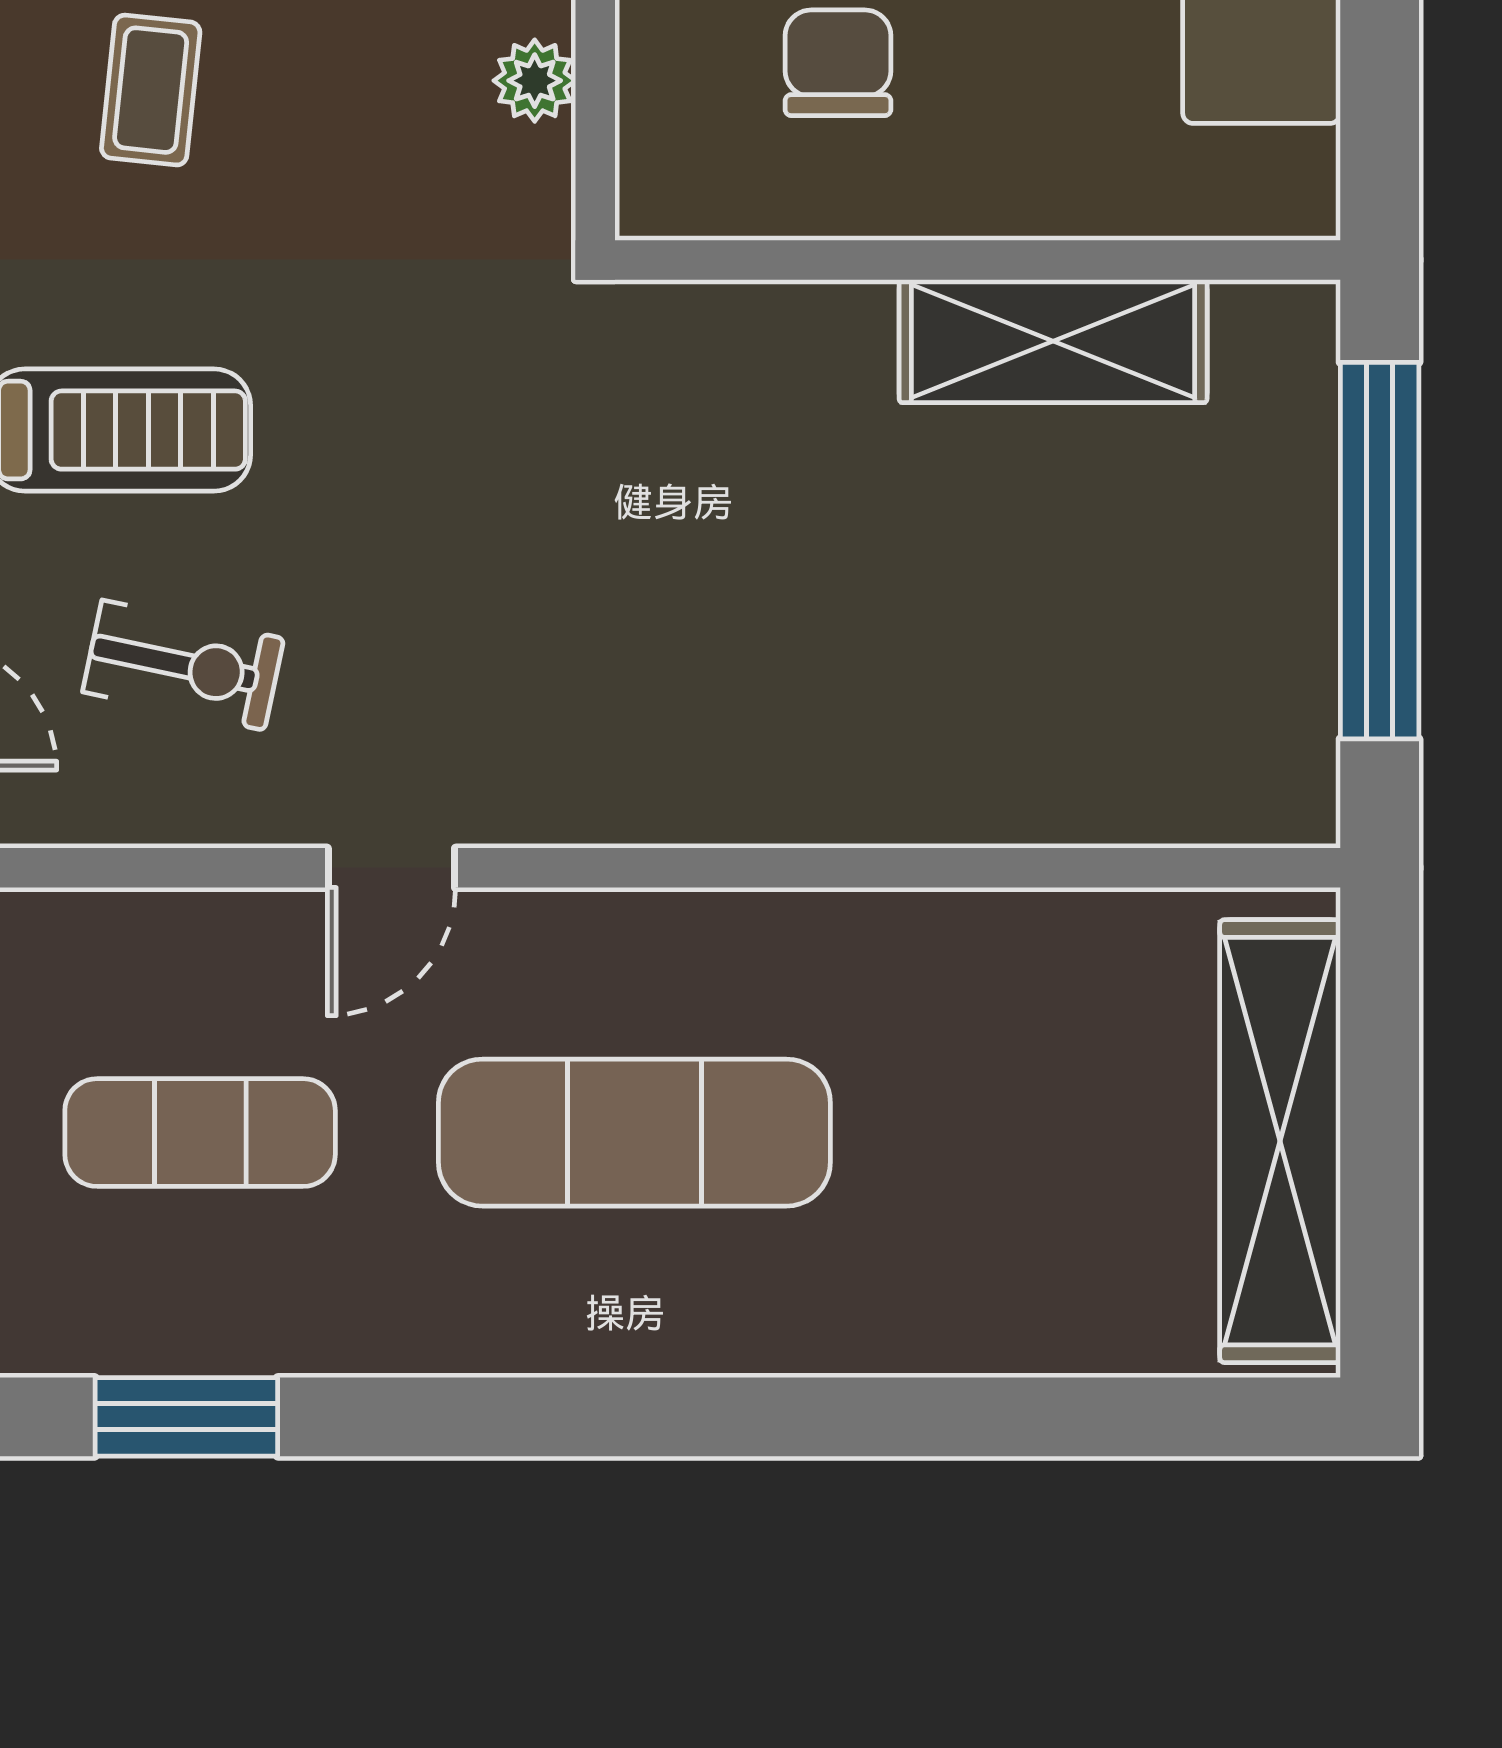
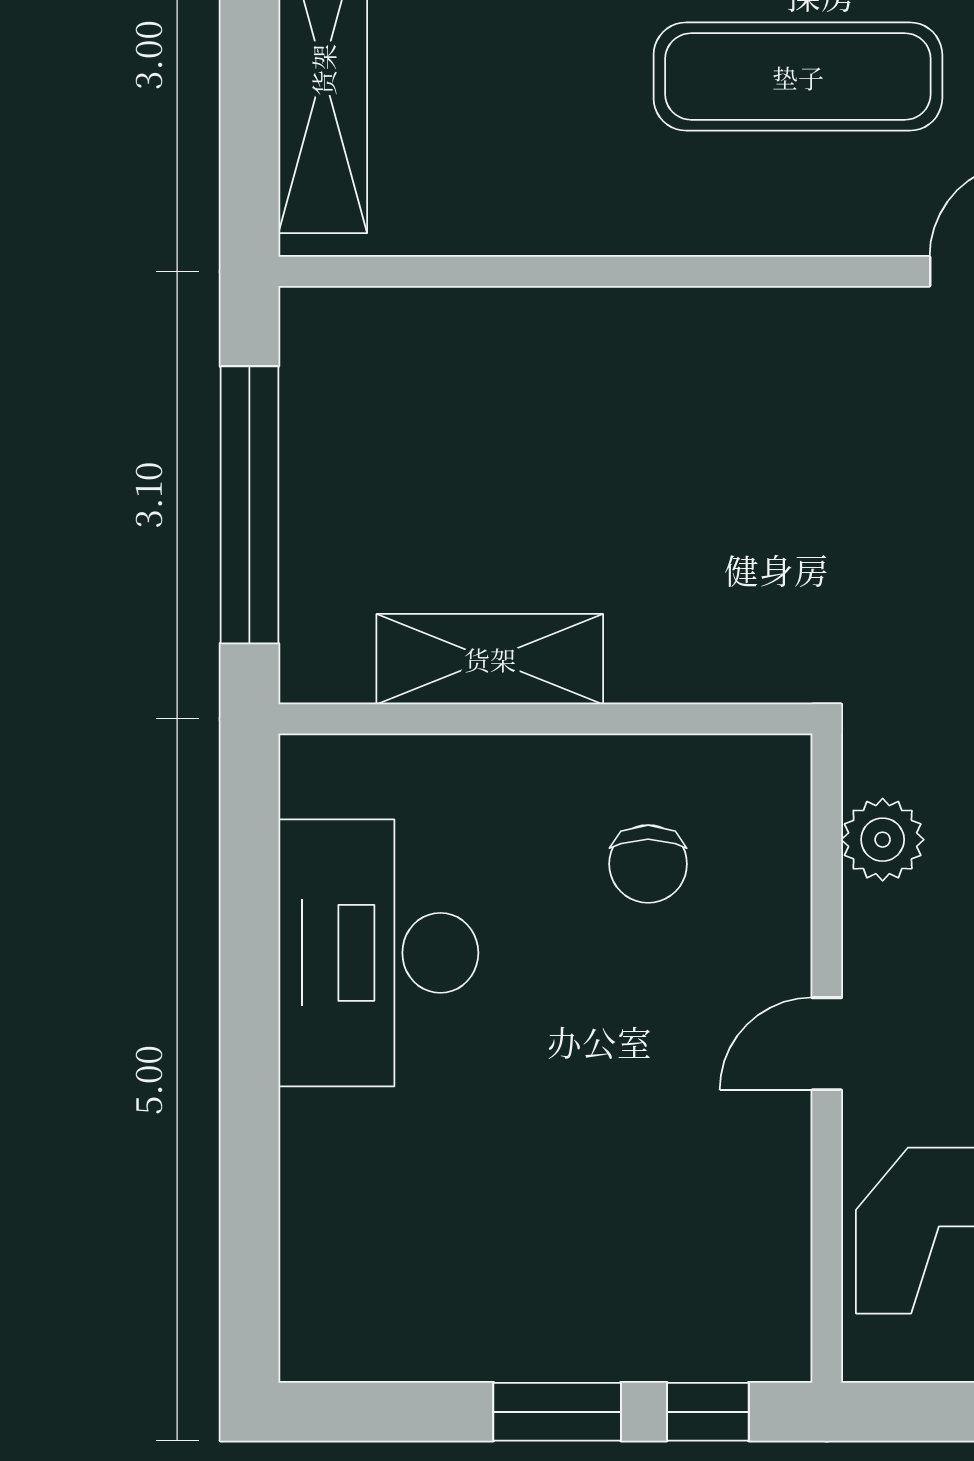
plant: (535, 81) -> (883, 840), width x1.38, depth x1.38

